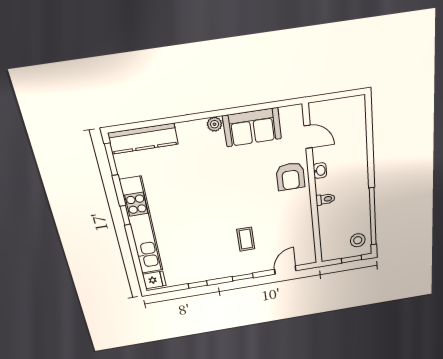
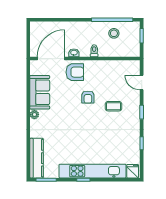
door: (308, 137) -> (51, 59), width x1.87
armchair: (254, 201) -> (88, 97), added
stool: (358, 240) -> (114, 33), moved

